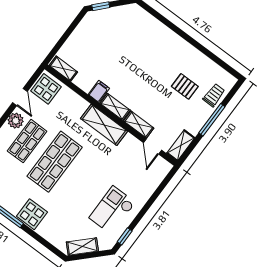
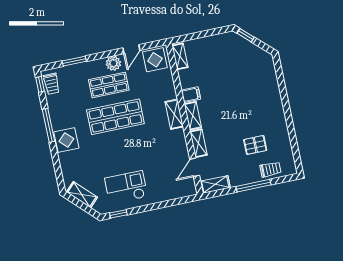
pallet: (185, 86) -> (255, 145), turned 90
shelving: (104, 125) -> (174, 114), width x0.67, depth x0.75

